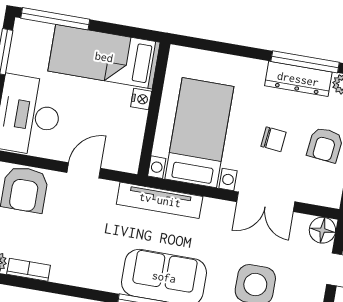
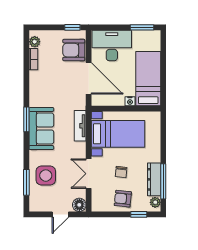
window: (55, 19) -> (163, 51), removed
door: (84, 170) -> (89, 78), width x1.88
tv unit: (160, 200) -> (80, 126), width x0.71

